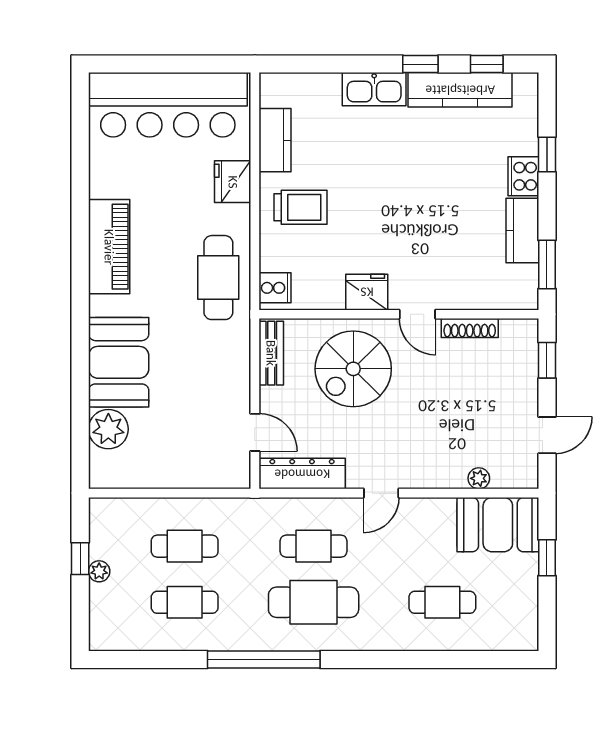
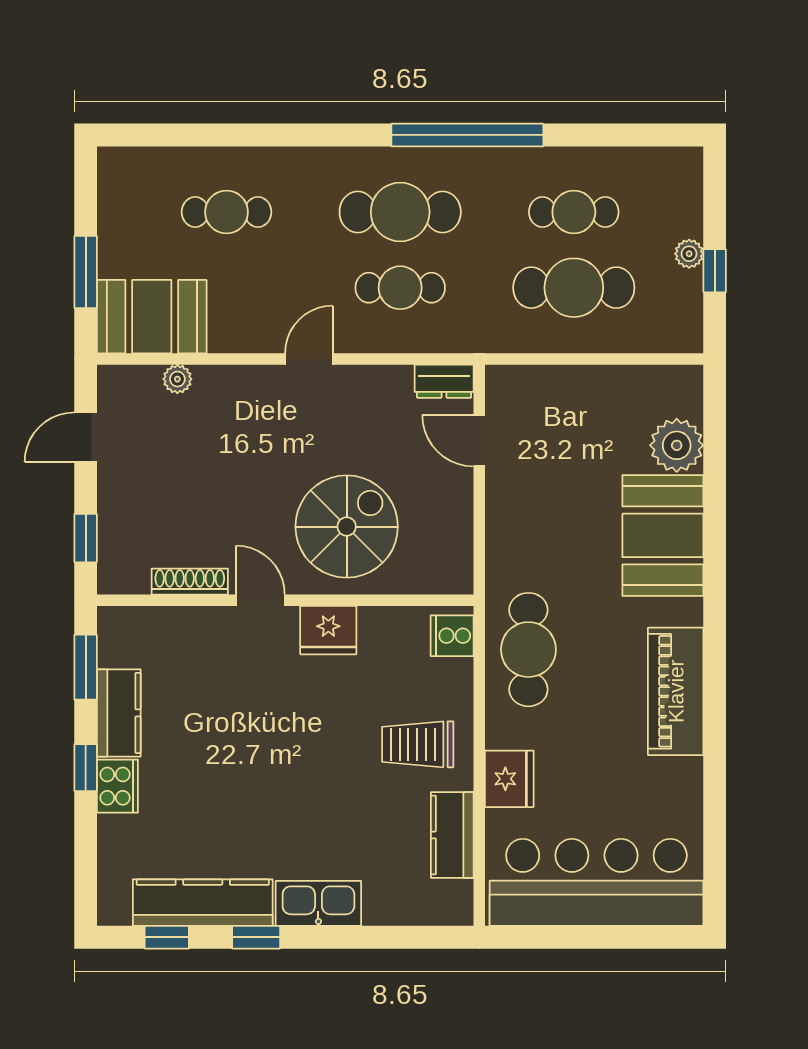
window: (547, 155) -> (86, 768), moved
bench: (271, 353) -> (457, 548), removed
dresser: (302, 474) -> (444, 381), width x0.51, depth x0.80
cafe table: (185, 546) -> (574, 288), width x1.37, depth x1.35
window: (547, 558) -> (86, 272), width x1.50

